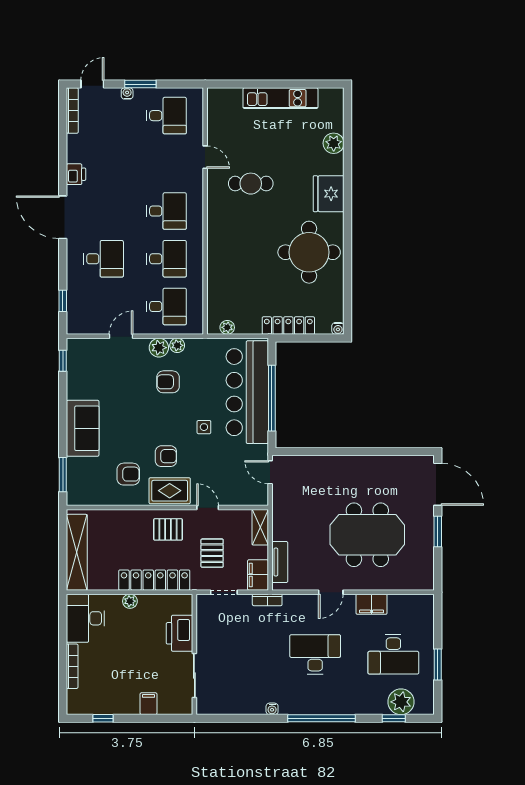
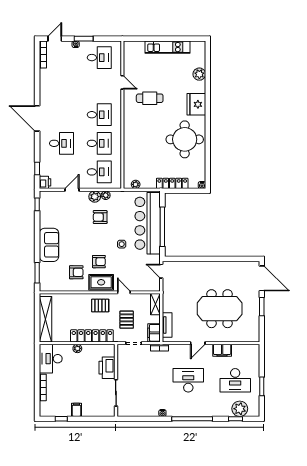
printer: (76, 174) -> (45, 182), moved
filing cabinet: (149, 704) -> (76, 410), moved

